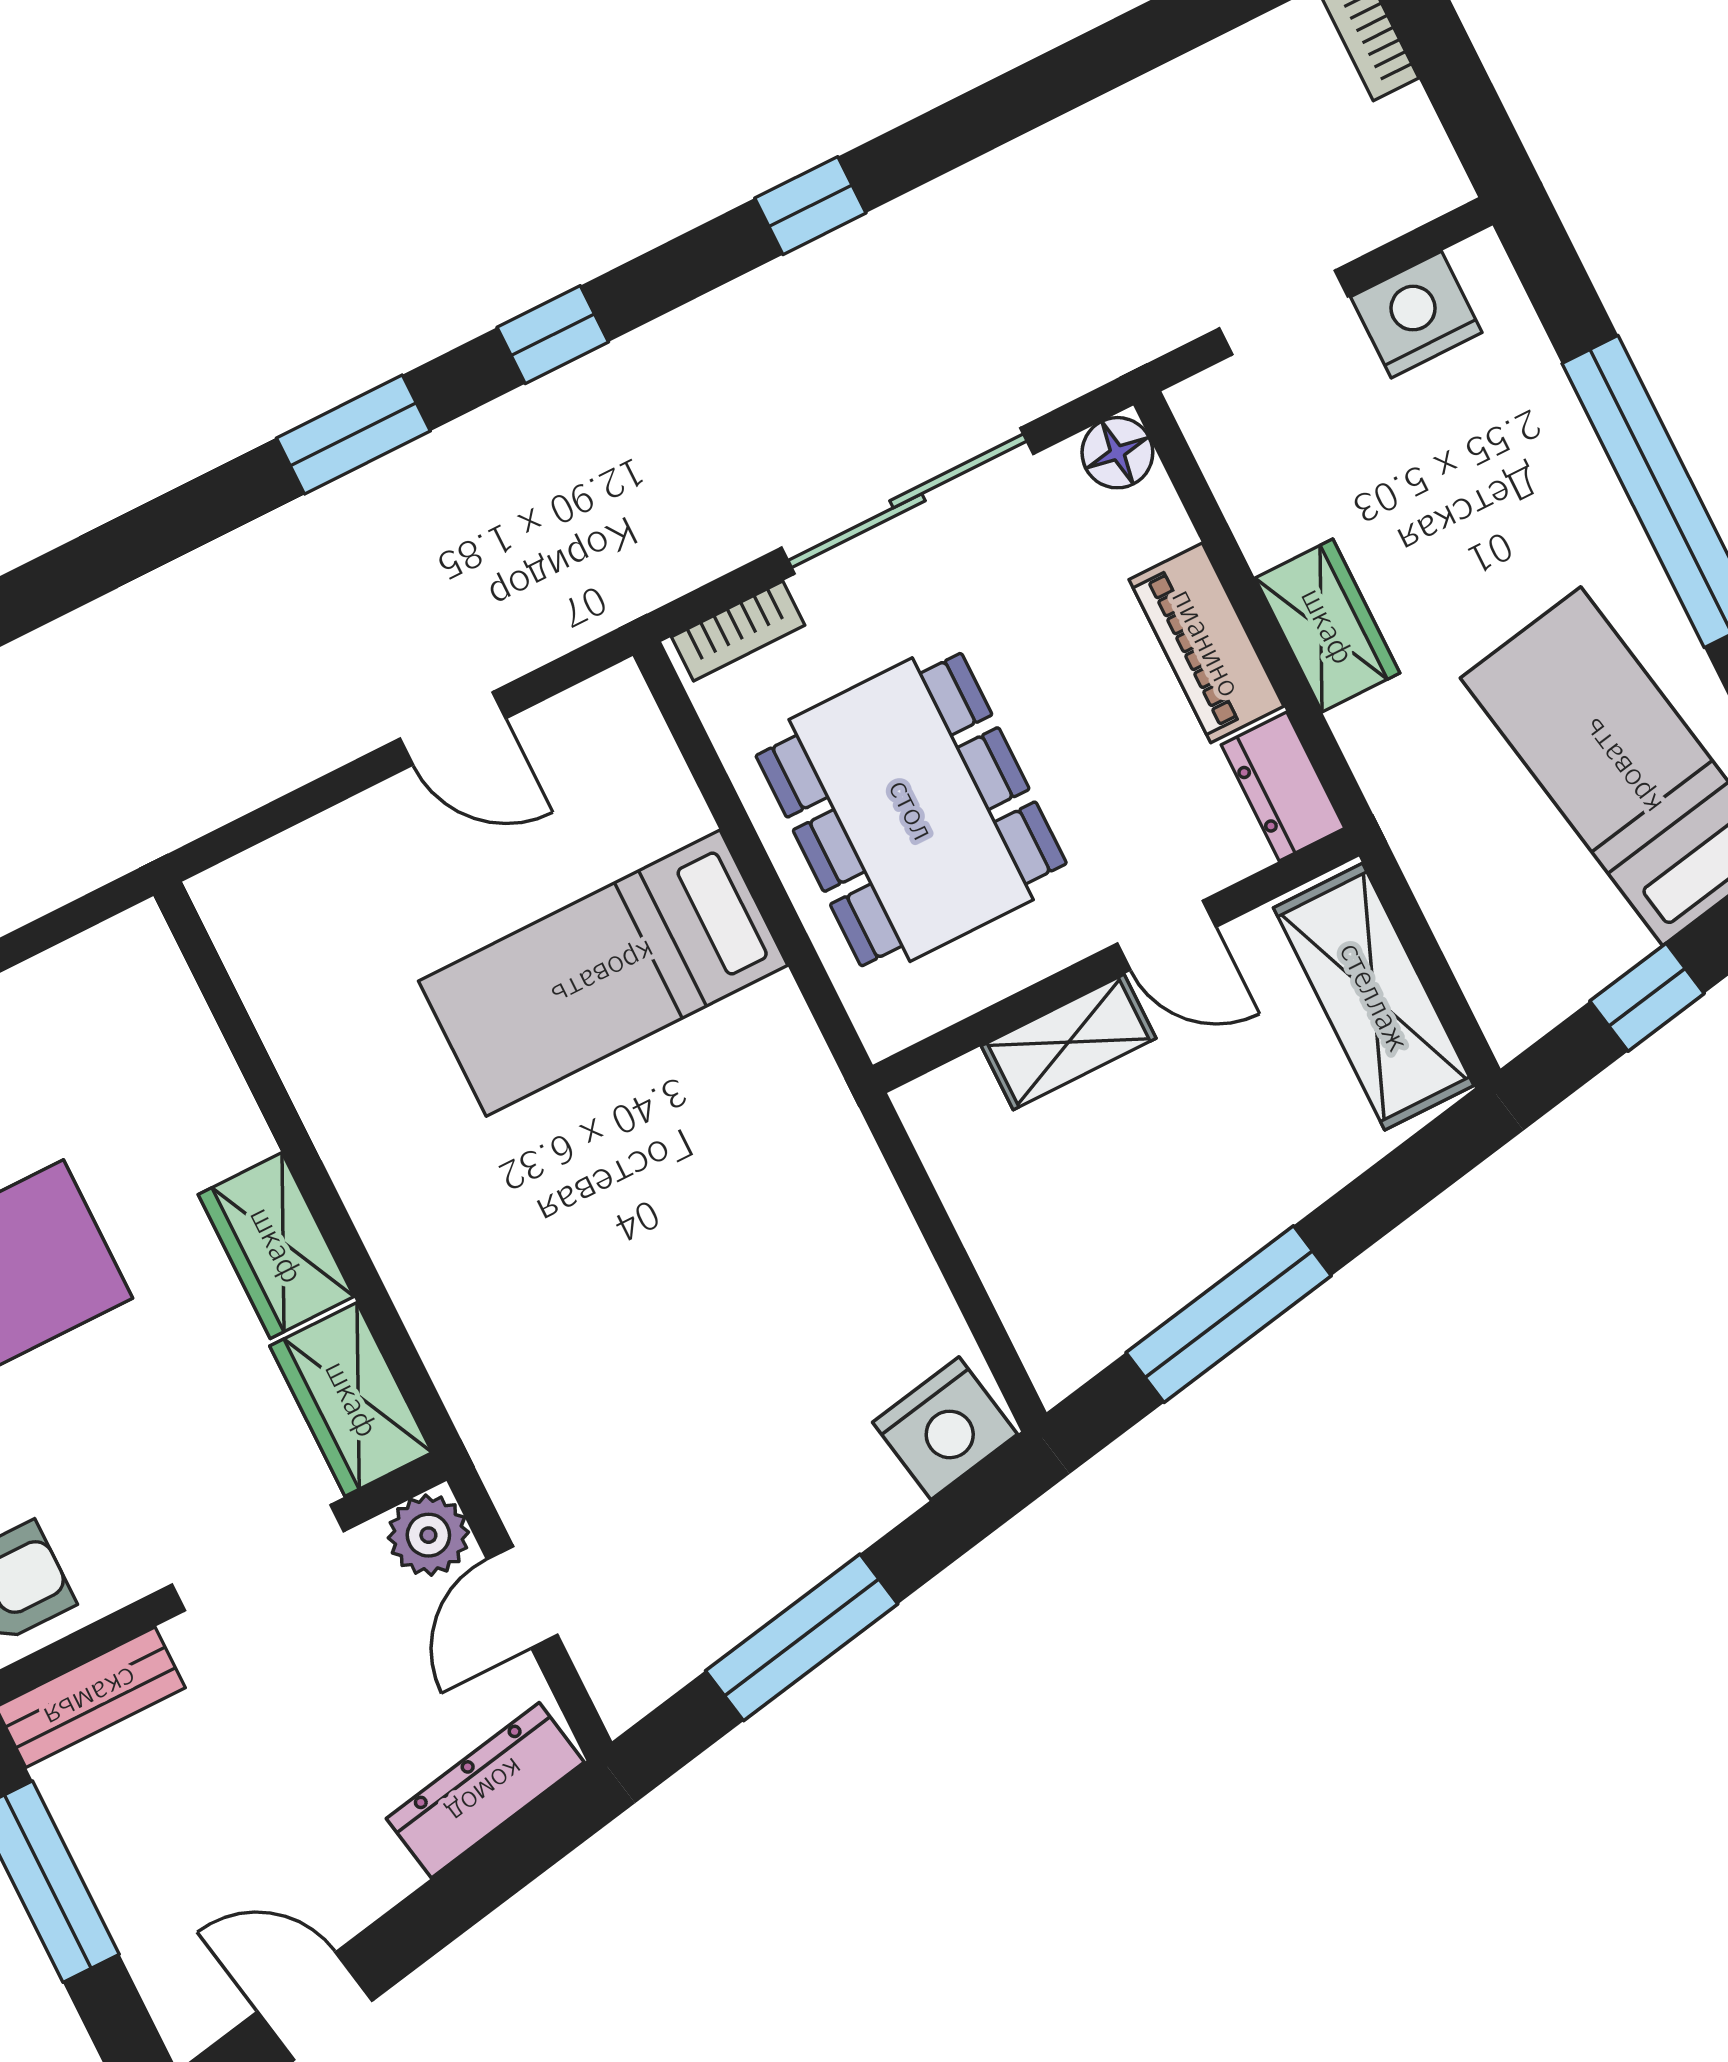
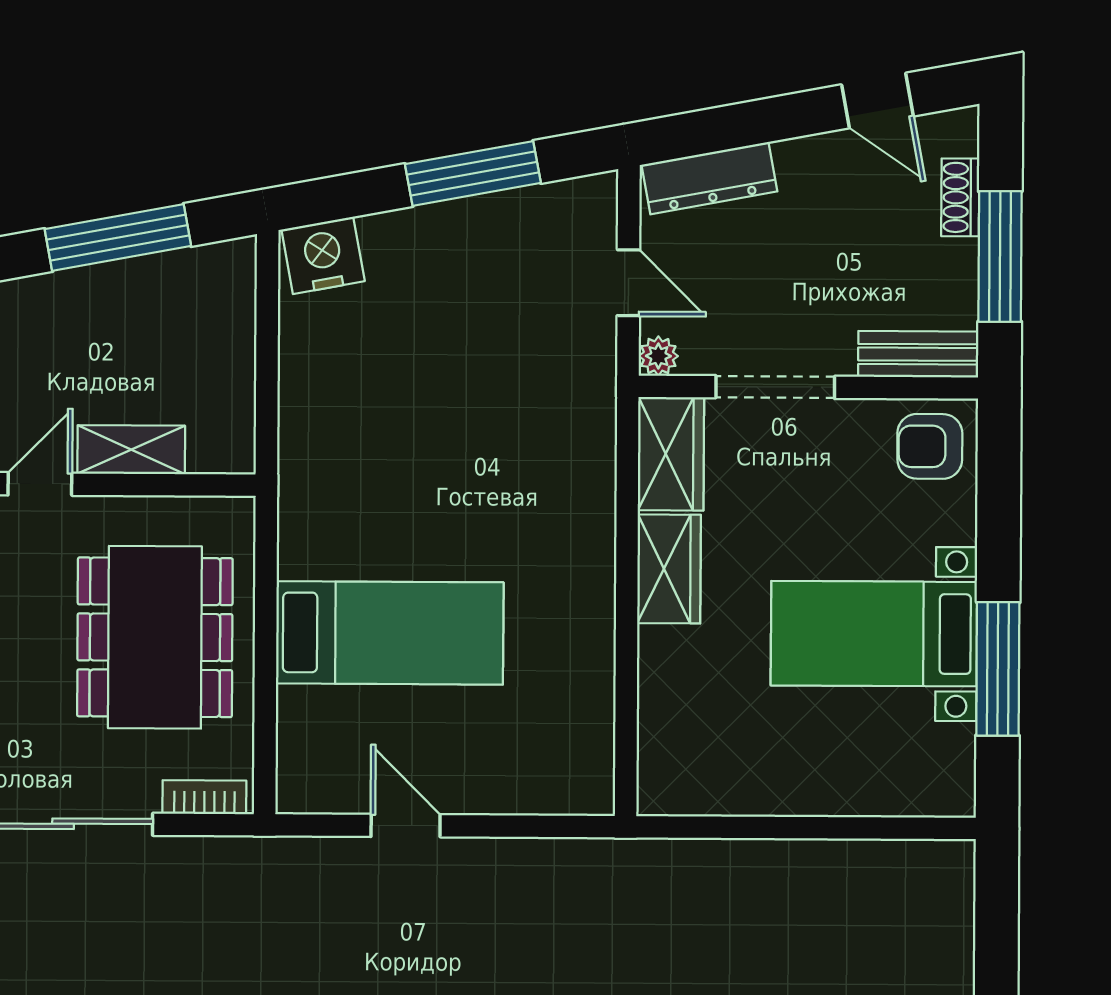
door: (1166, 935) -> (40, 484), hinge flipped
plant: (428, 1535) -> (658, 356), width x0.73, depth x0.73
door: (522, 1597) -> (628, 283), hinge flipped
shoe rack: (140, 1933) -> (960, 197), added

